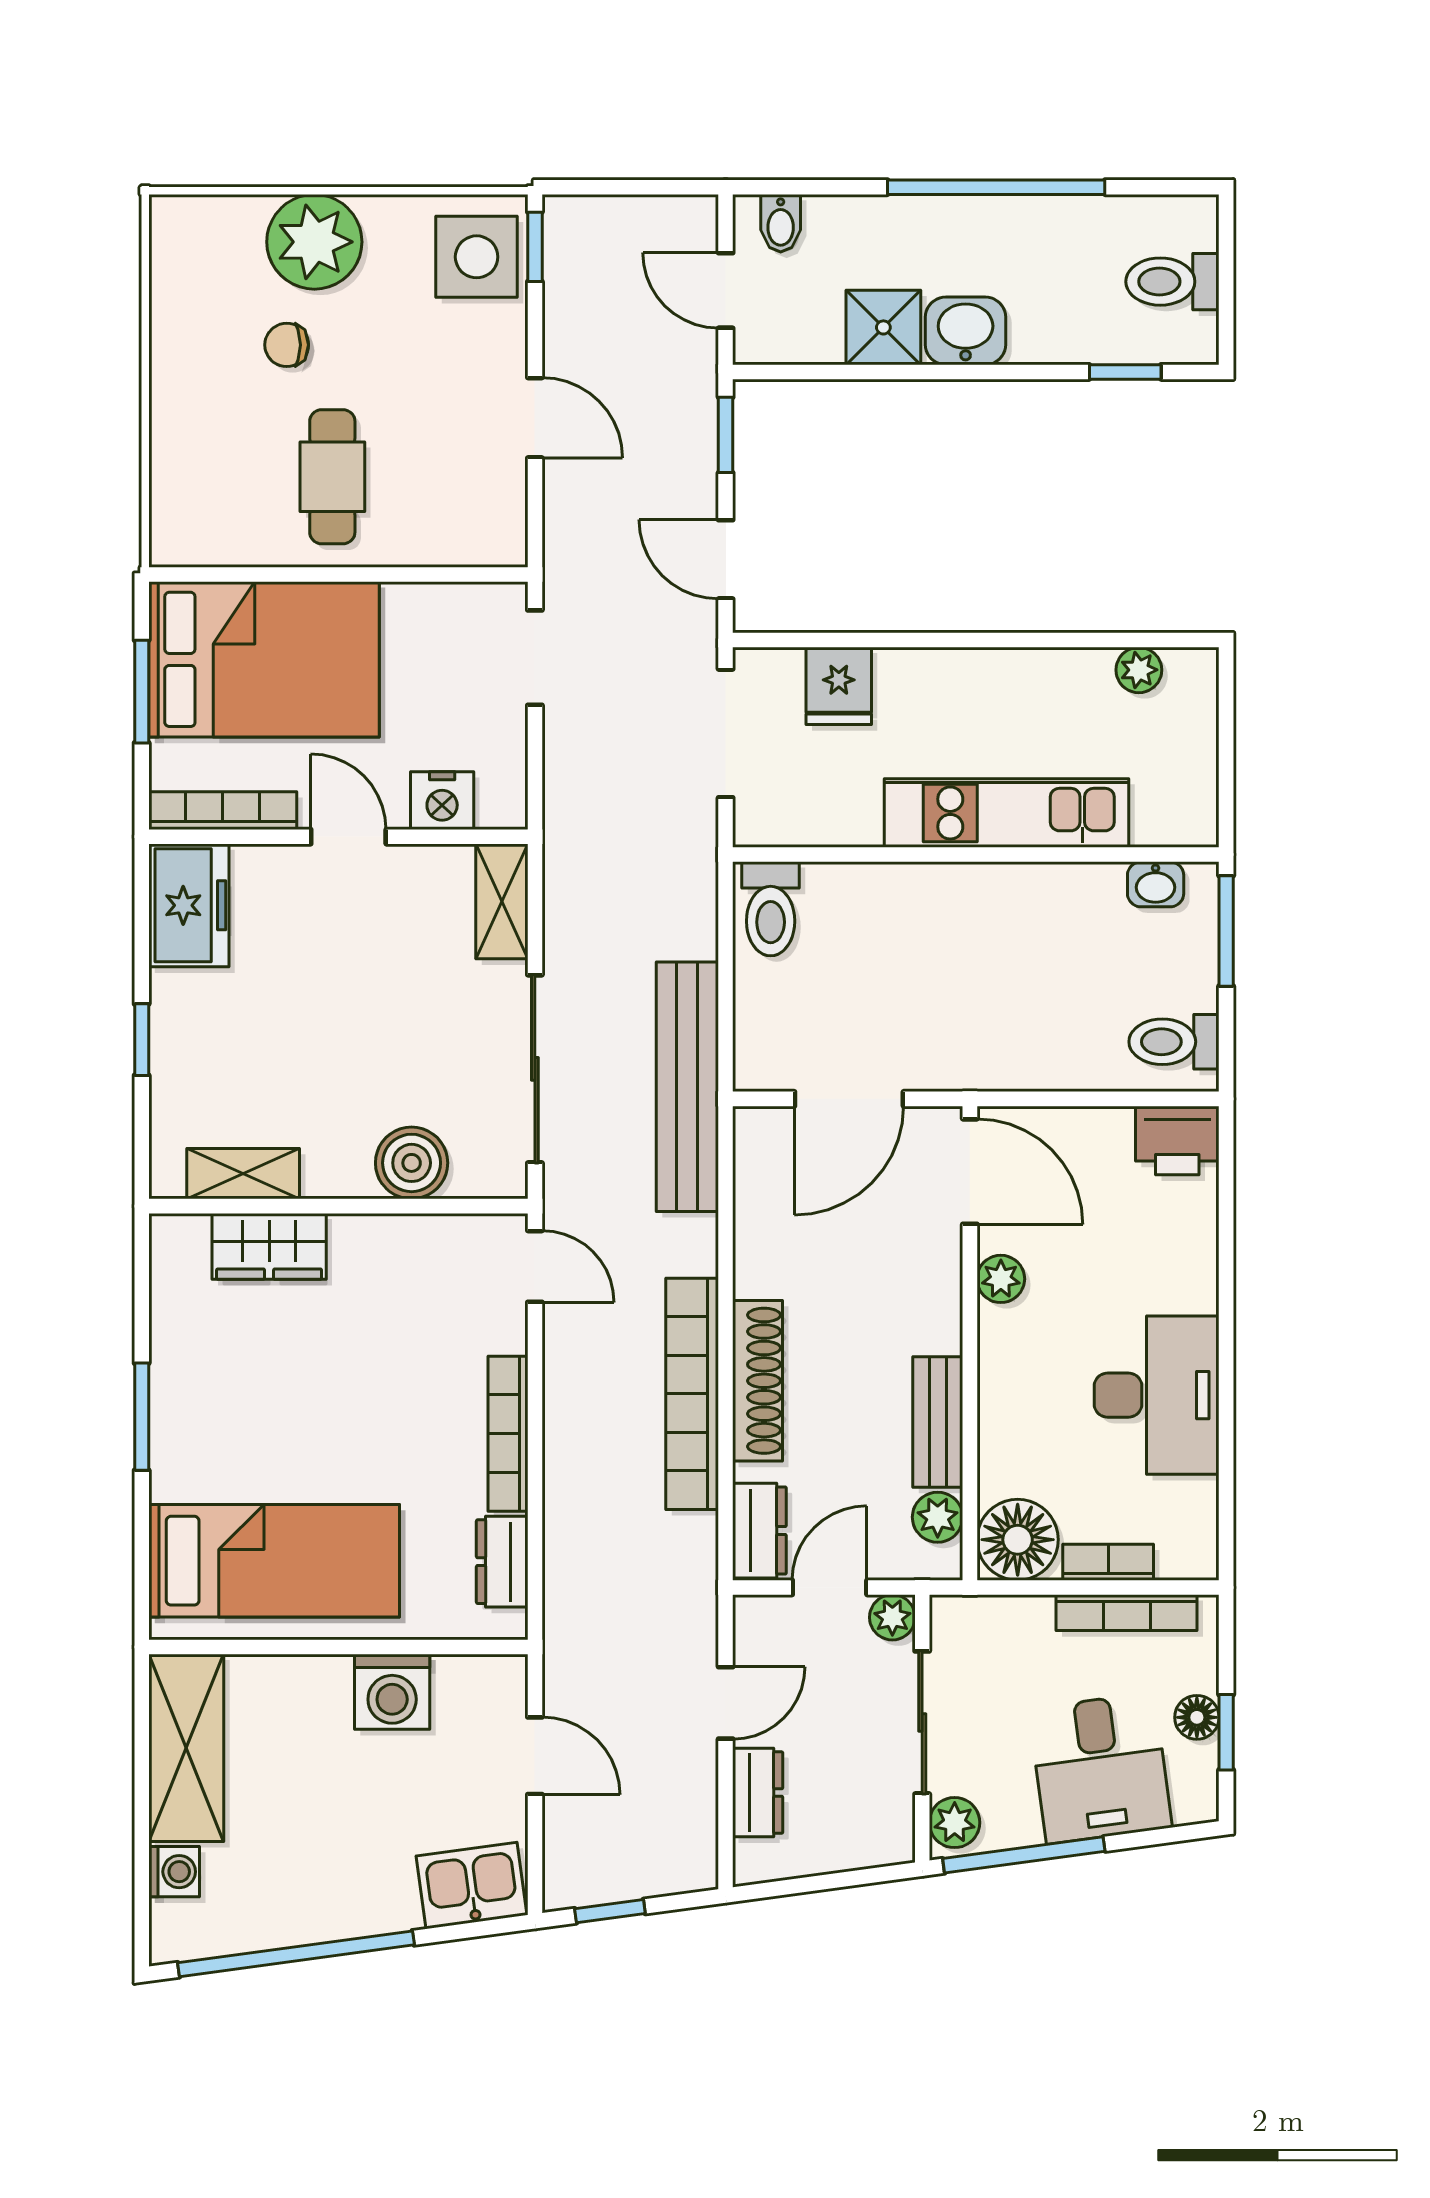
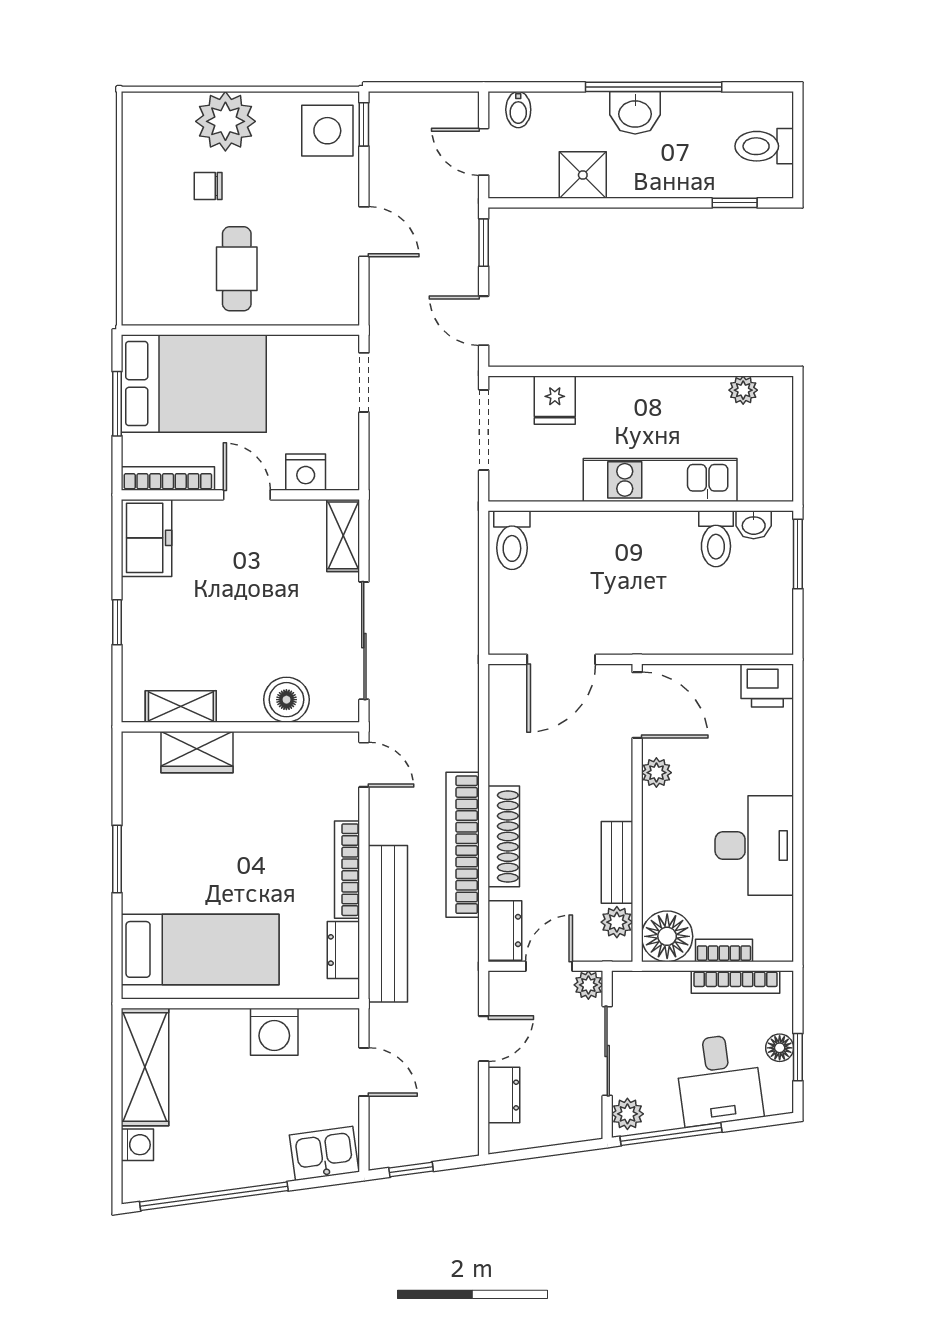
washbasin: (966, 331) -> (635, 113), moved, turned 180
toilet: (1174, 1042) -> (716, 539), moved, turned -90
bench: (687, 1087) -> (388, 924), moved

